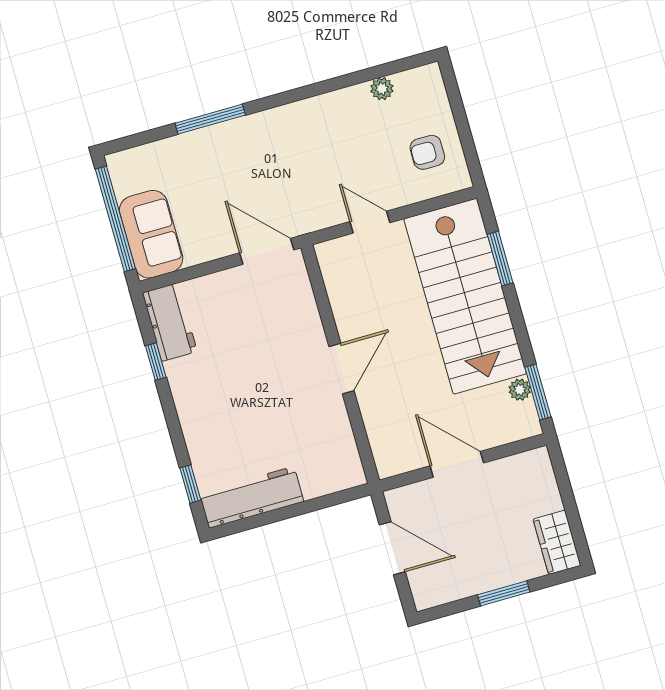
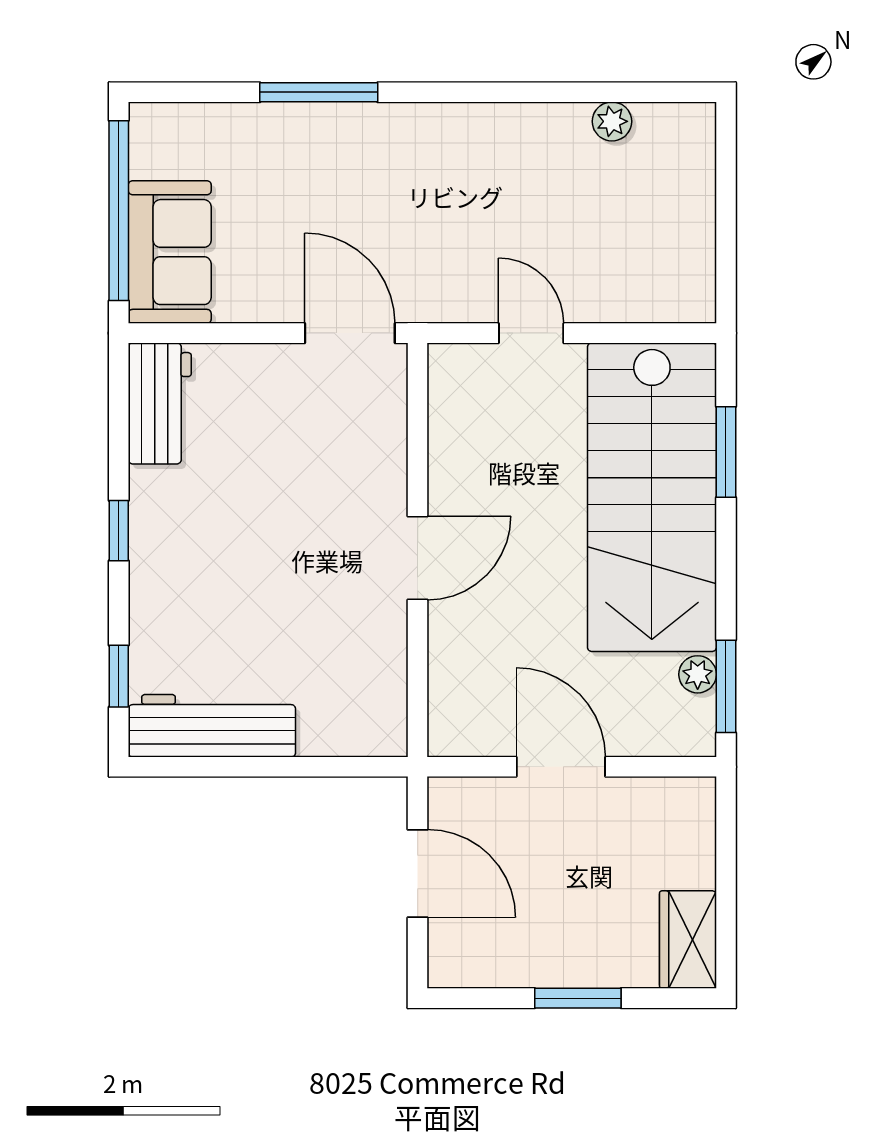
armchair: (427, 152) -> (657, 246), removed
window: (156, 362) -> (119, 531), moved

